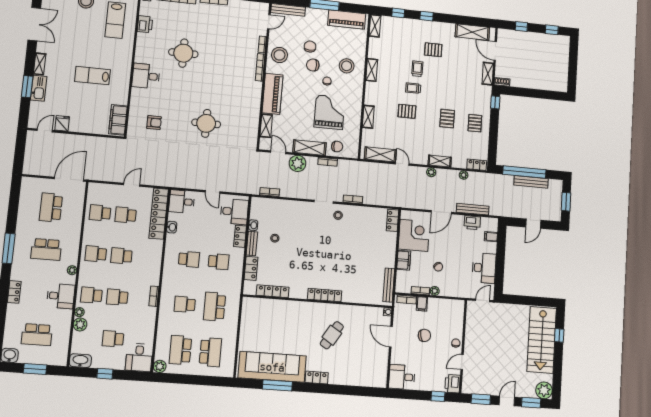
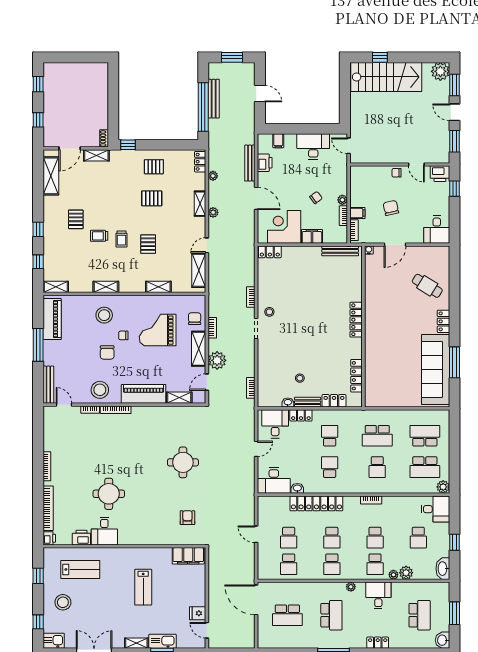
chair: (310, 46) -> (87, 357), removed
desk: (146, 76) -> (104, 531), moved
desk: (182, 202) -> (274, 480), width x1.37
locker: (159, 214) -> (316, 503), moved
cafe table: (332, 335) -> (427, 286), moved

